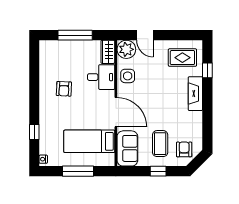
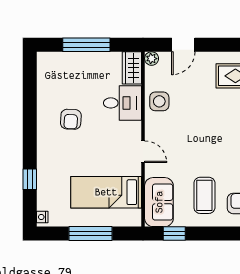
door: (145, 35) -> (183, 45), hinge flipped
plant: (126, 49) -> (152, 59), width x0.53, depth x0.53
door: (116, 112) -> (143, 152), width x0.53
window: (158, 171) -> (174, 234), moved

